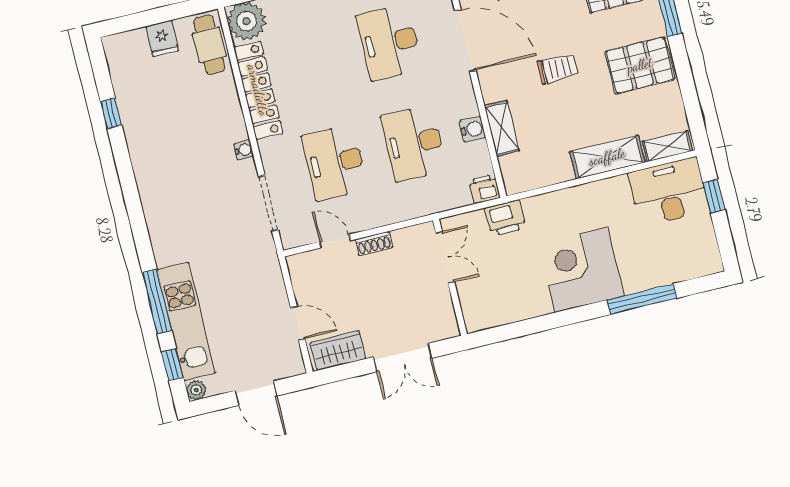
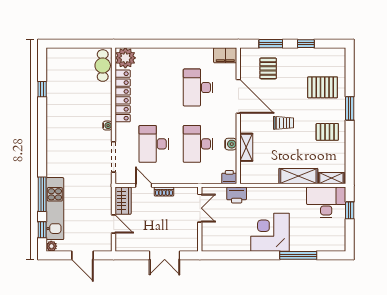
fridge: (162, 38) -> (79, 56), removed
pallet: (640, 65) -> (327, 132), width x0.67, depth x0.71
wardrobe: (338, 351) -> (123, 201), moved, turned 90

